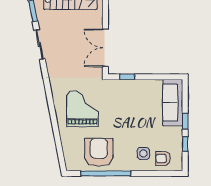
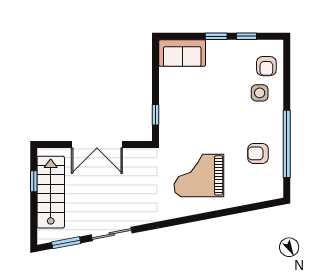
double door: (105, 48) -> (97, 144), moved
sofa: (173, 103) -> (182, 53), width x0.73
armchair: (99, 152) -> (258, 153), width x0.53, depth x0.53

